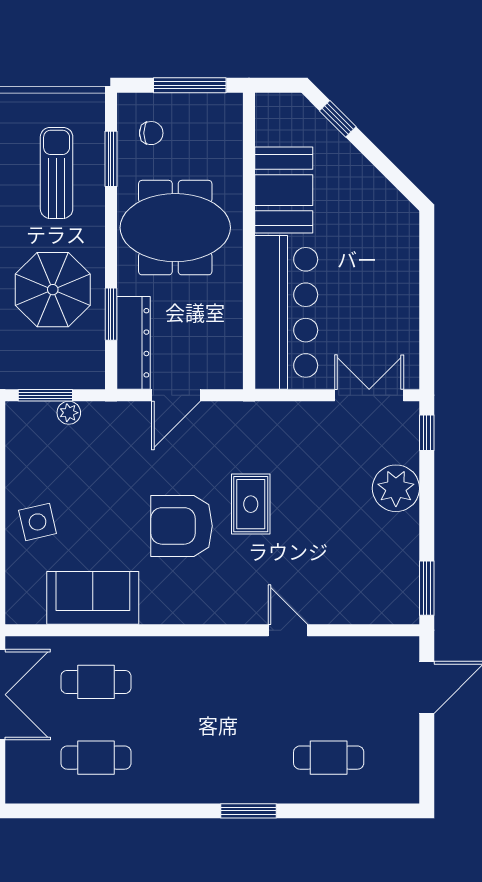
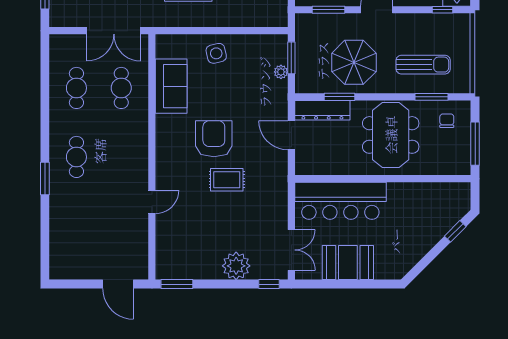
chair: (151, 133) -> (447, 121), turned 180
booth: (284, 190) -> (348, 263), moved
cafe table: (329, 758) -> (76, 157), moved

